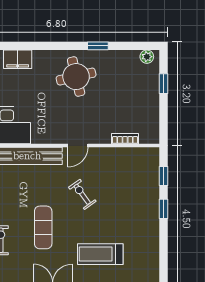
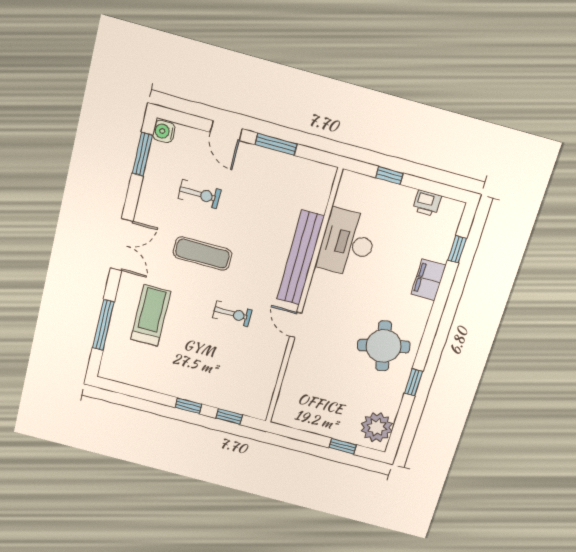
plant: (147, 57) -> (377, 427), width x1.87, depth x1.87
bookcase: (125, 139) -> (288, 384), removed
exercise bike: (82, 194) -> (232, 314), turned 36

